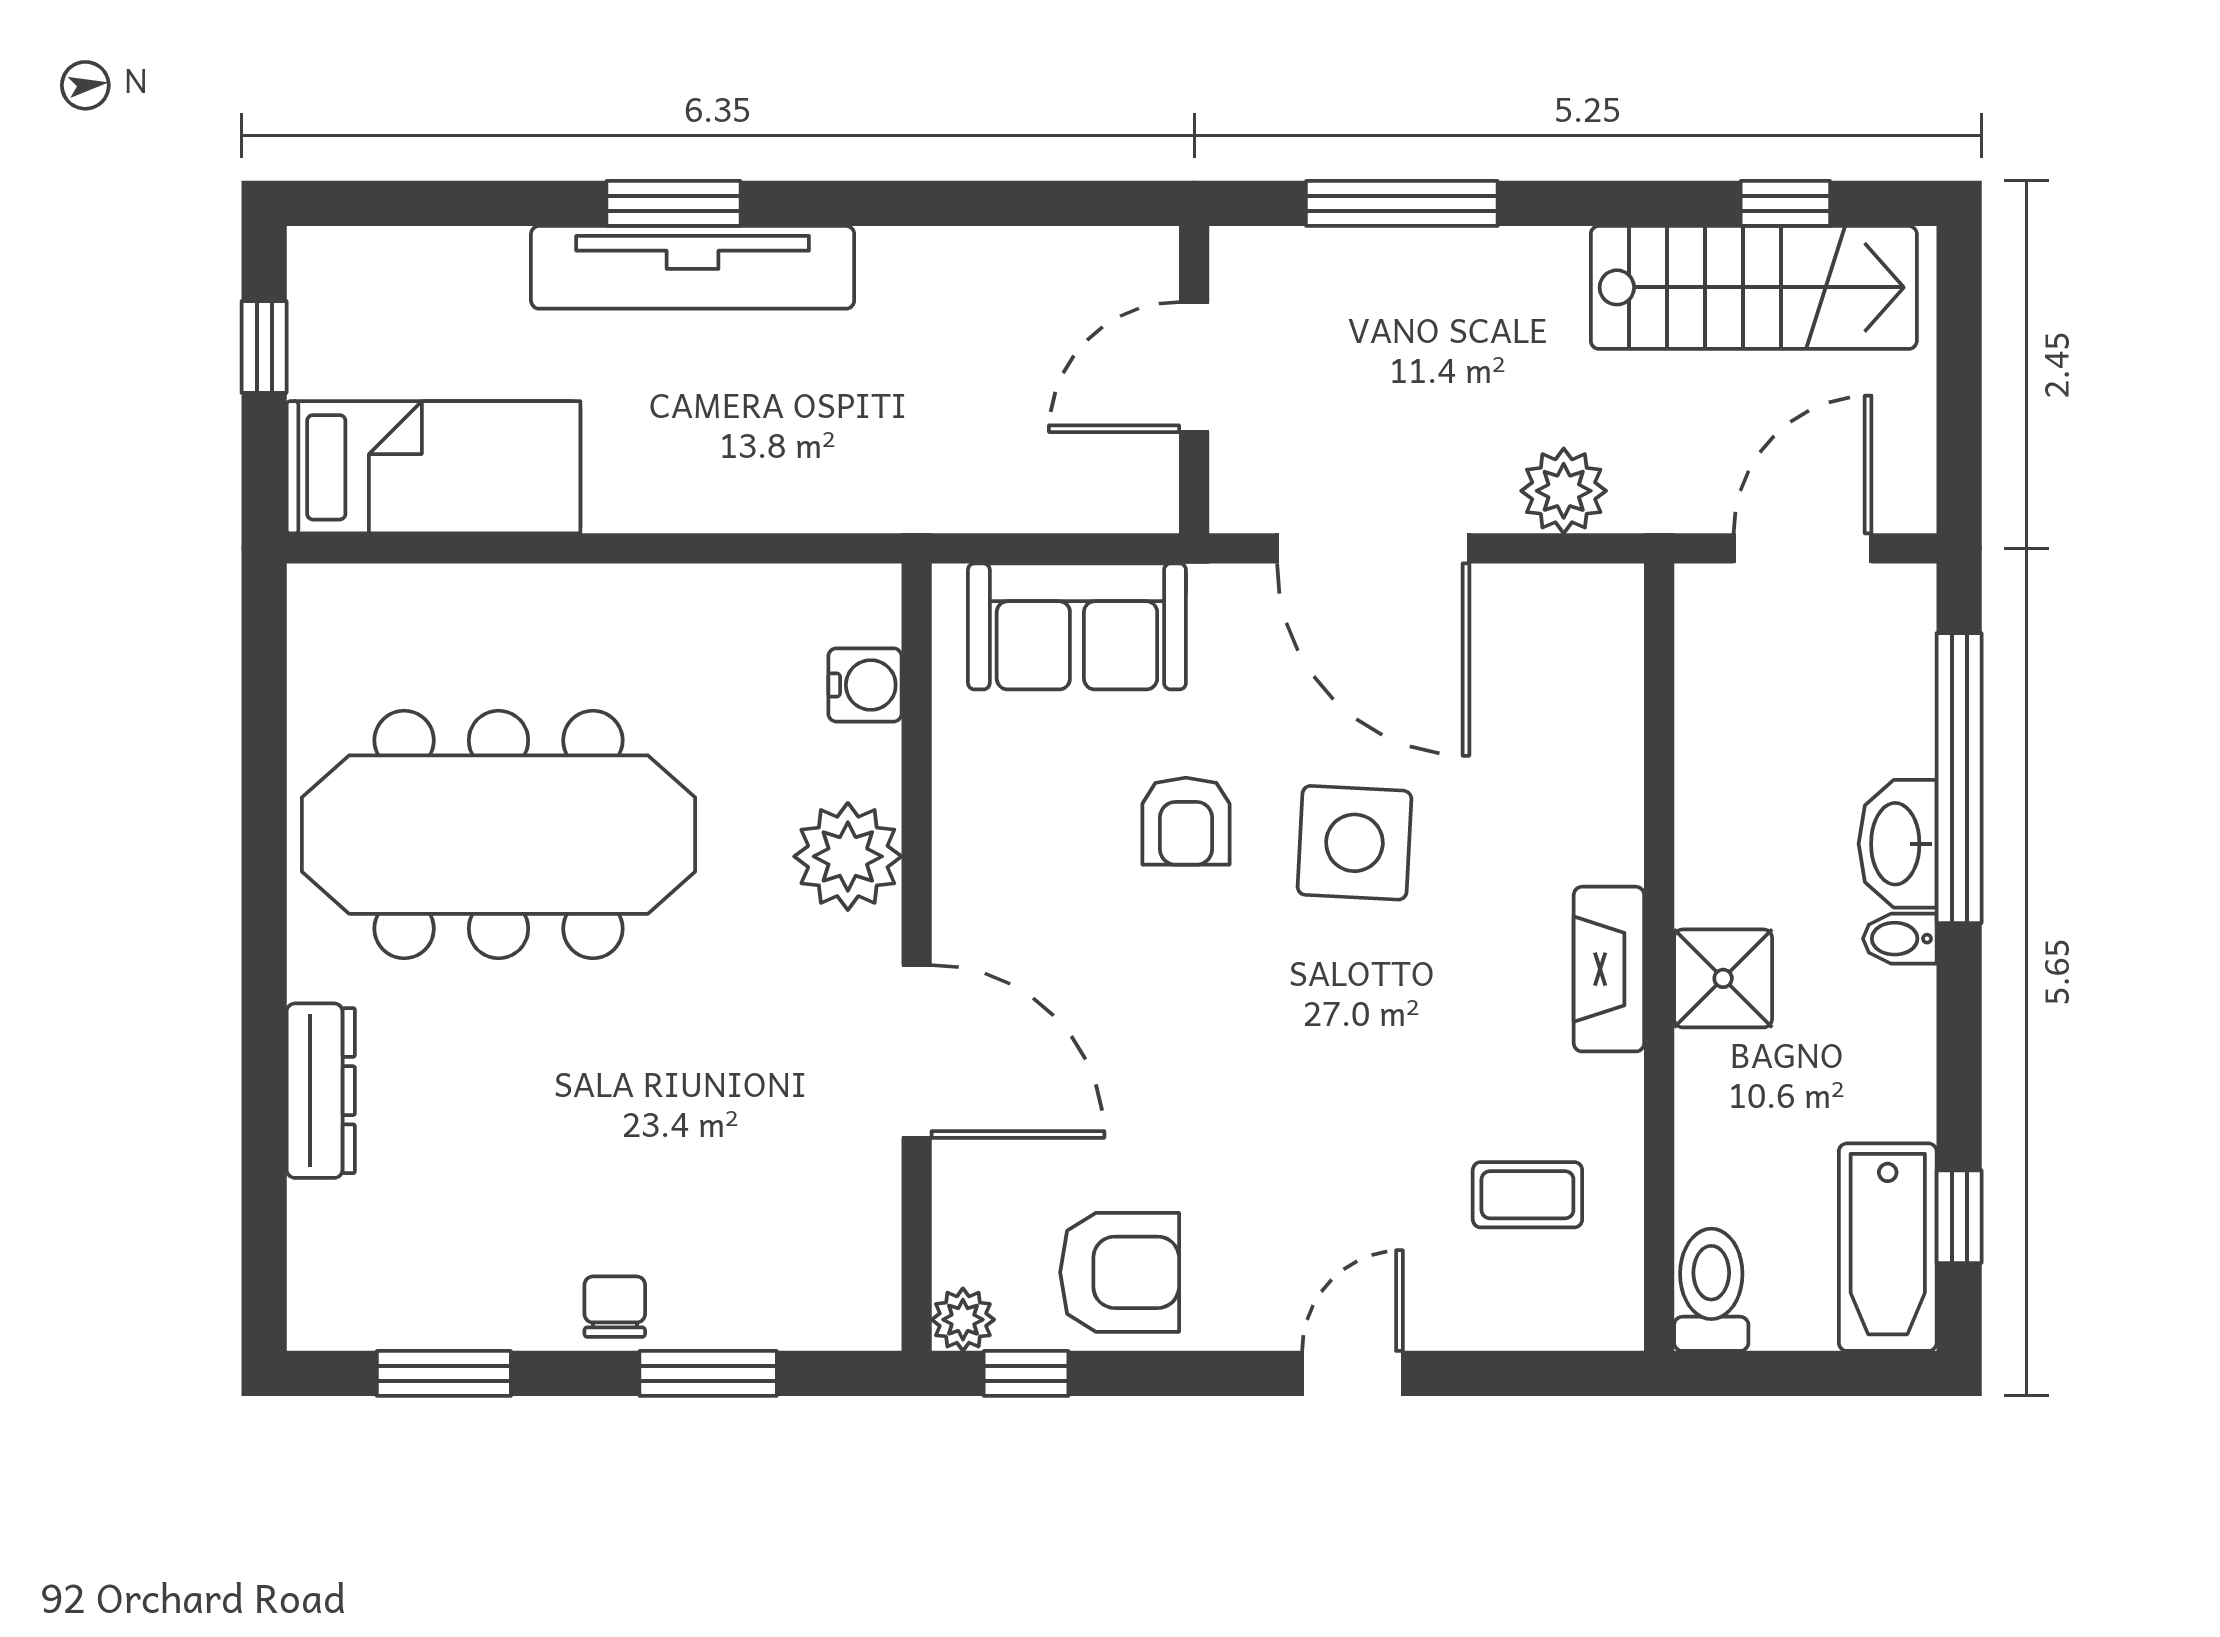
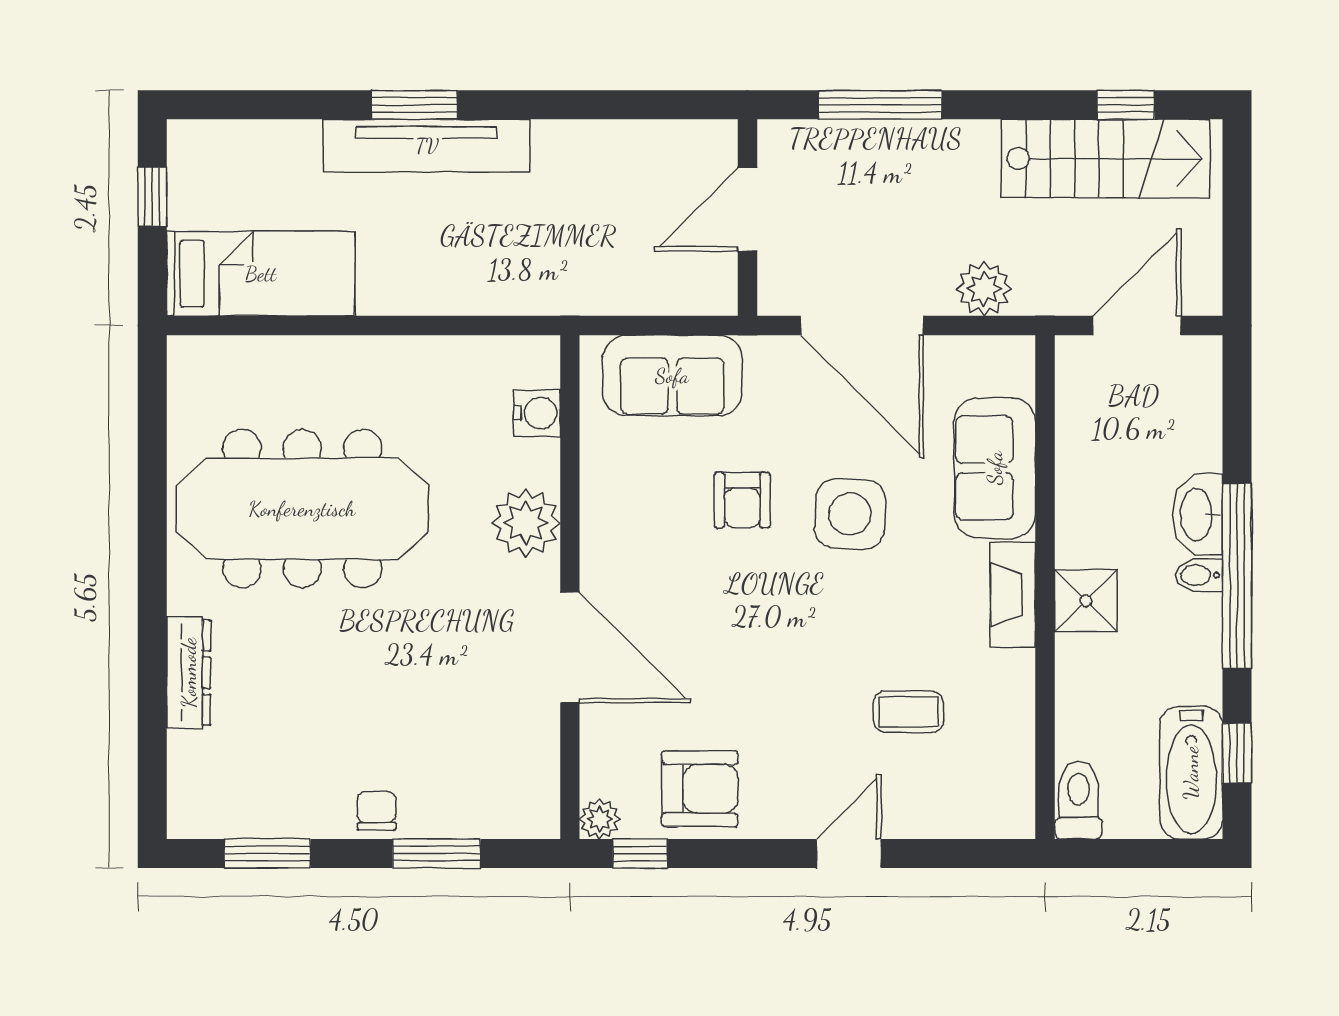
sofa: (1581, 771) -> (995, 468), added
window: (1959, 778) -> (1237, 576), moved
coffee table: (1527, 1195) -> (909, 712), moved

